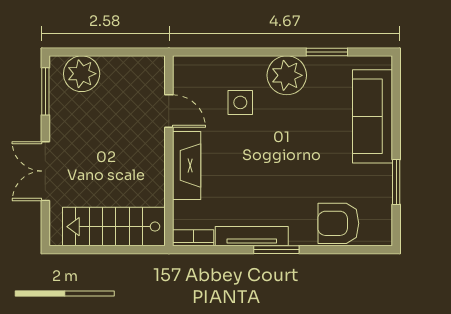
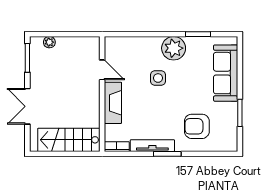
plant: (82, 74) -> (49, 42), width x0.53, depth x0.53
side table: (240, 102) -> (158, 78), moved
armchair: (338, 223) -> (197, 126), moved

